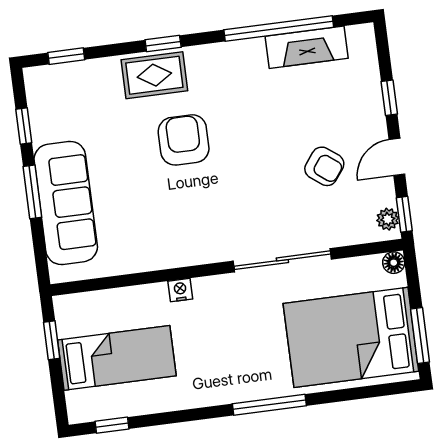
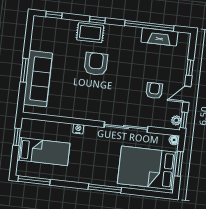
window: (24, 126) -> (28, 41), removed
armchair: (324, 166) -> (154, 91), turned -127
window: (420, 335) -> (179, 164), moved
window: (112, 425) -> (34, 180), width x2.17

